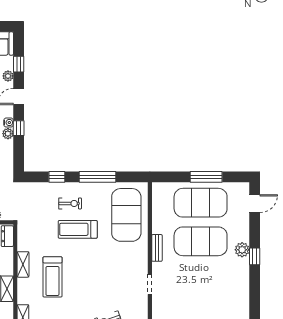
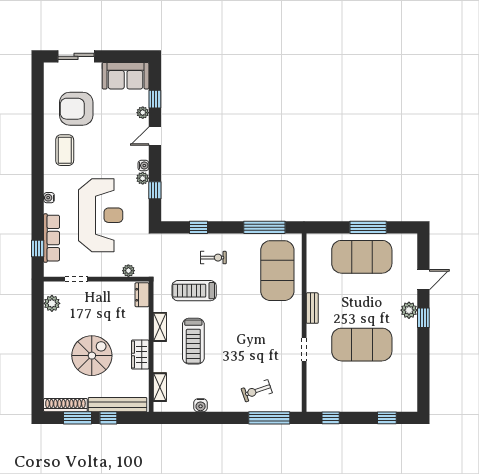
window: (19, 128) -> (155, 190), moved
window: (97, 177) -> (264, 227), moved
door: (255, 204) -> (423, 280), moved
treadmill: (78, 229) -> (194, 291), moved
exercise mat: (201, 241) -> (362, 345), moved

